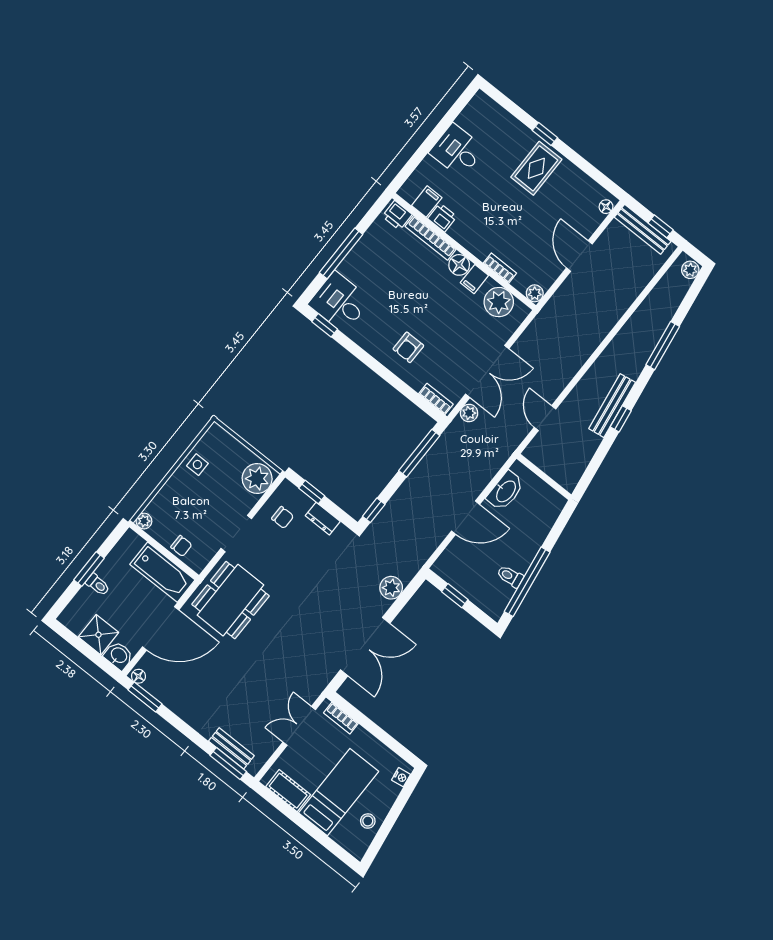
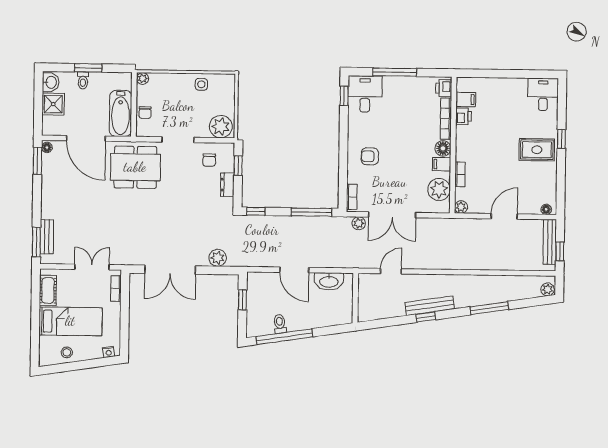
desk: (457, 151) -> (543, 94), moved
washbasin: (119, 656) -> (51, 82), moved

